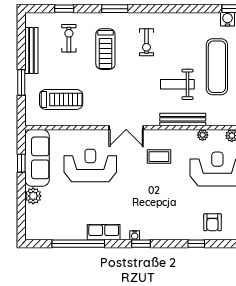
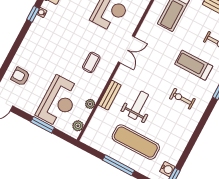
bench: (183, 119) -> (110, 95), width x0.73
double door: (126, 128) -> (126, 49), swing flipped
window: (196, 244) -> (11, 56), removed

